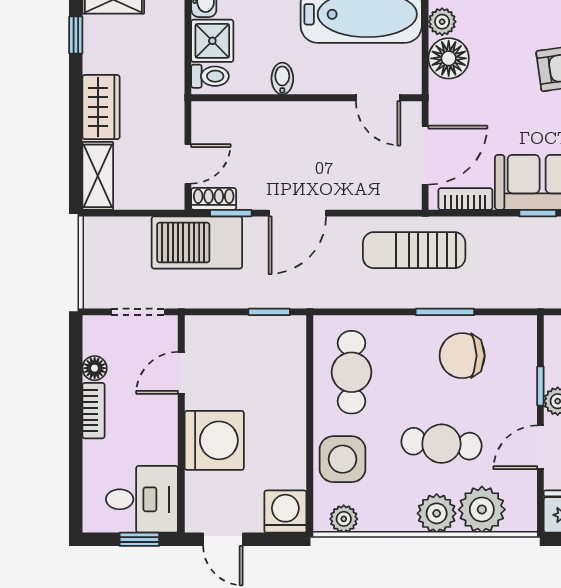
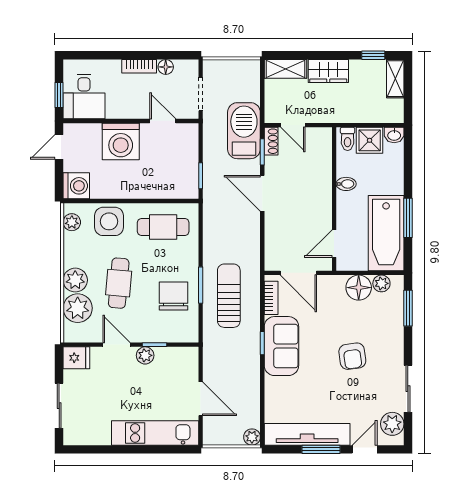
sun lounger: (414, 250) -> (229, 296), moved

